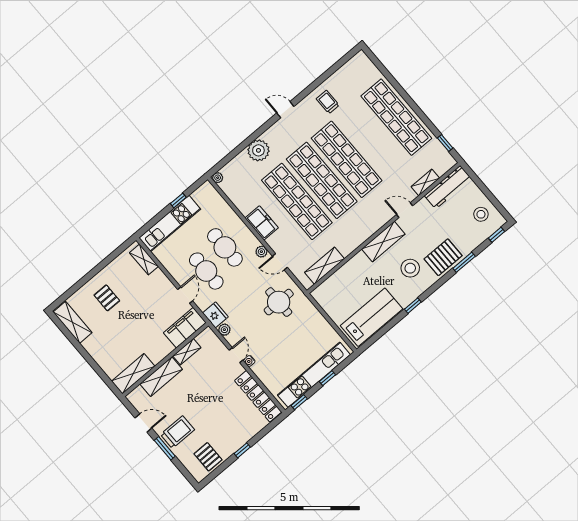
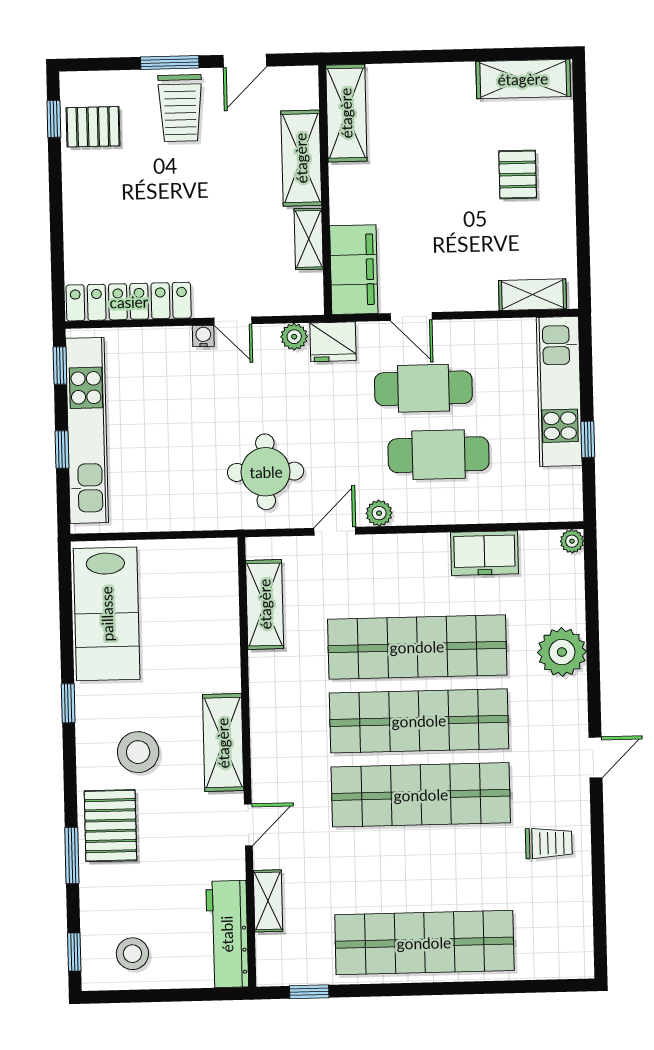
freezer: (262, 223) -> (484, 553), moved
pallet: (107, 298) -> (518, 174), turned 90
window: (242, 450) -> (54, 119), moved

